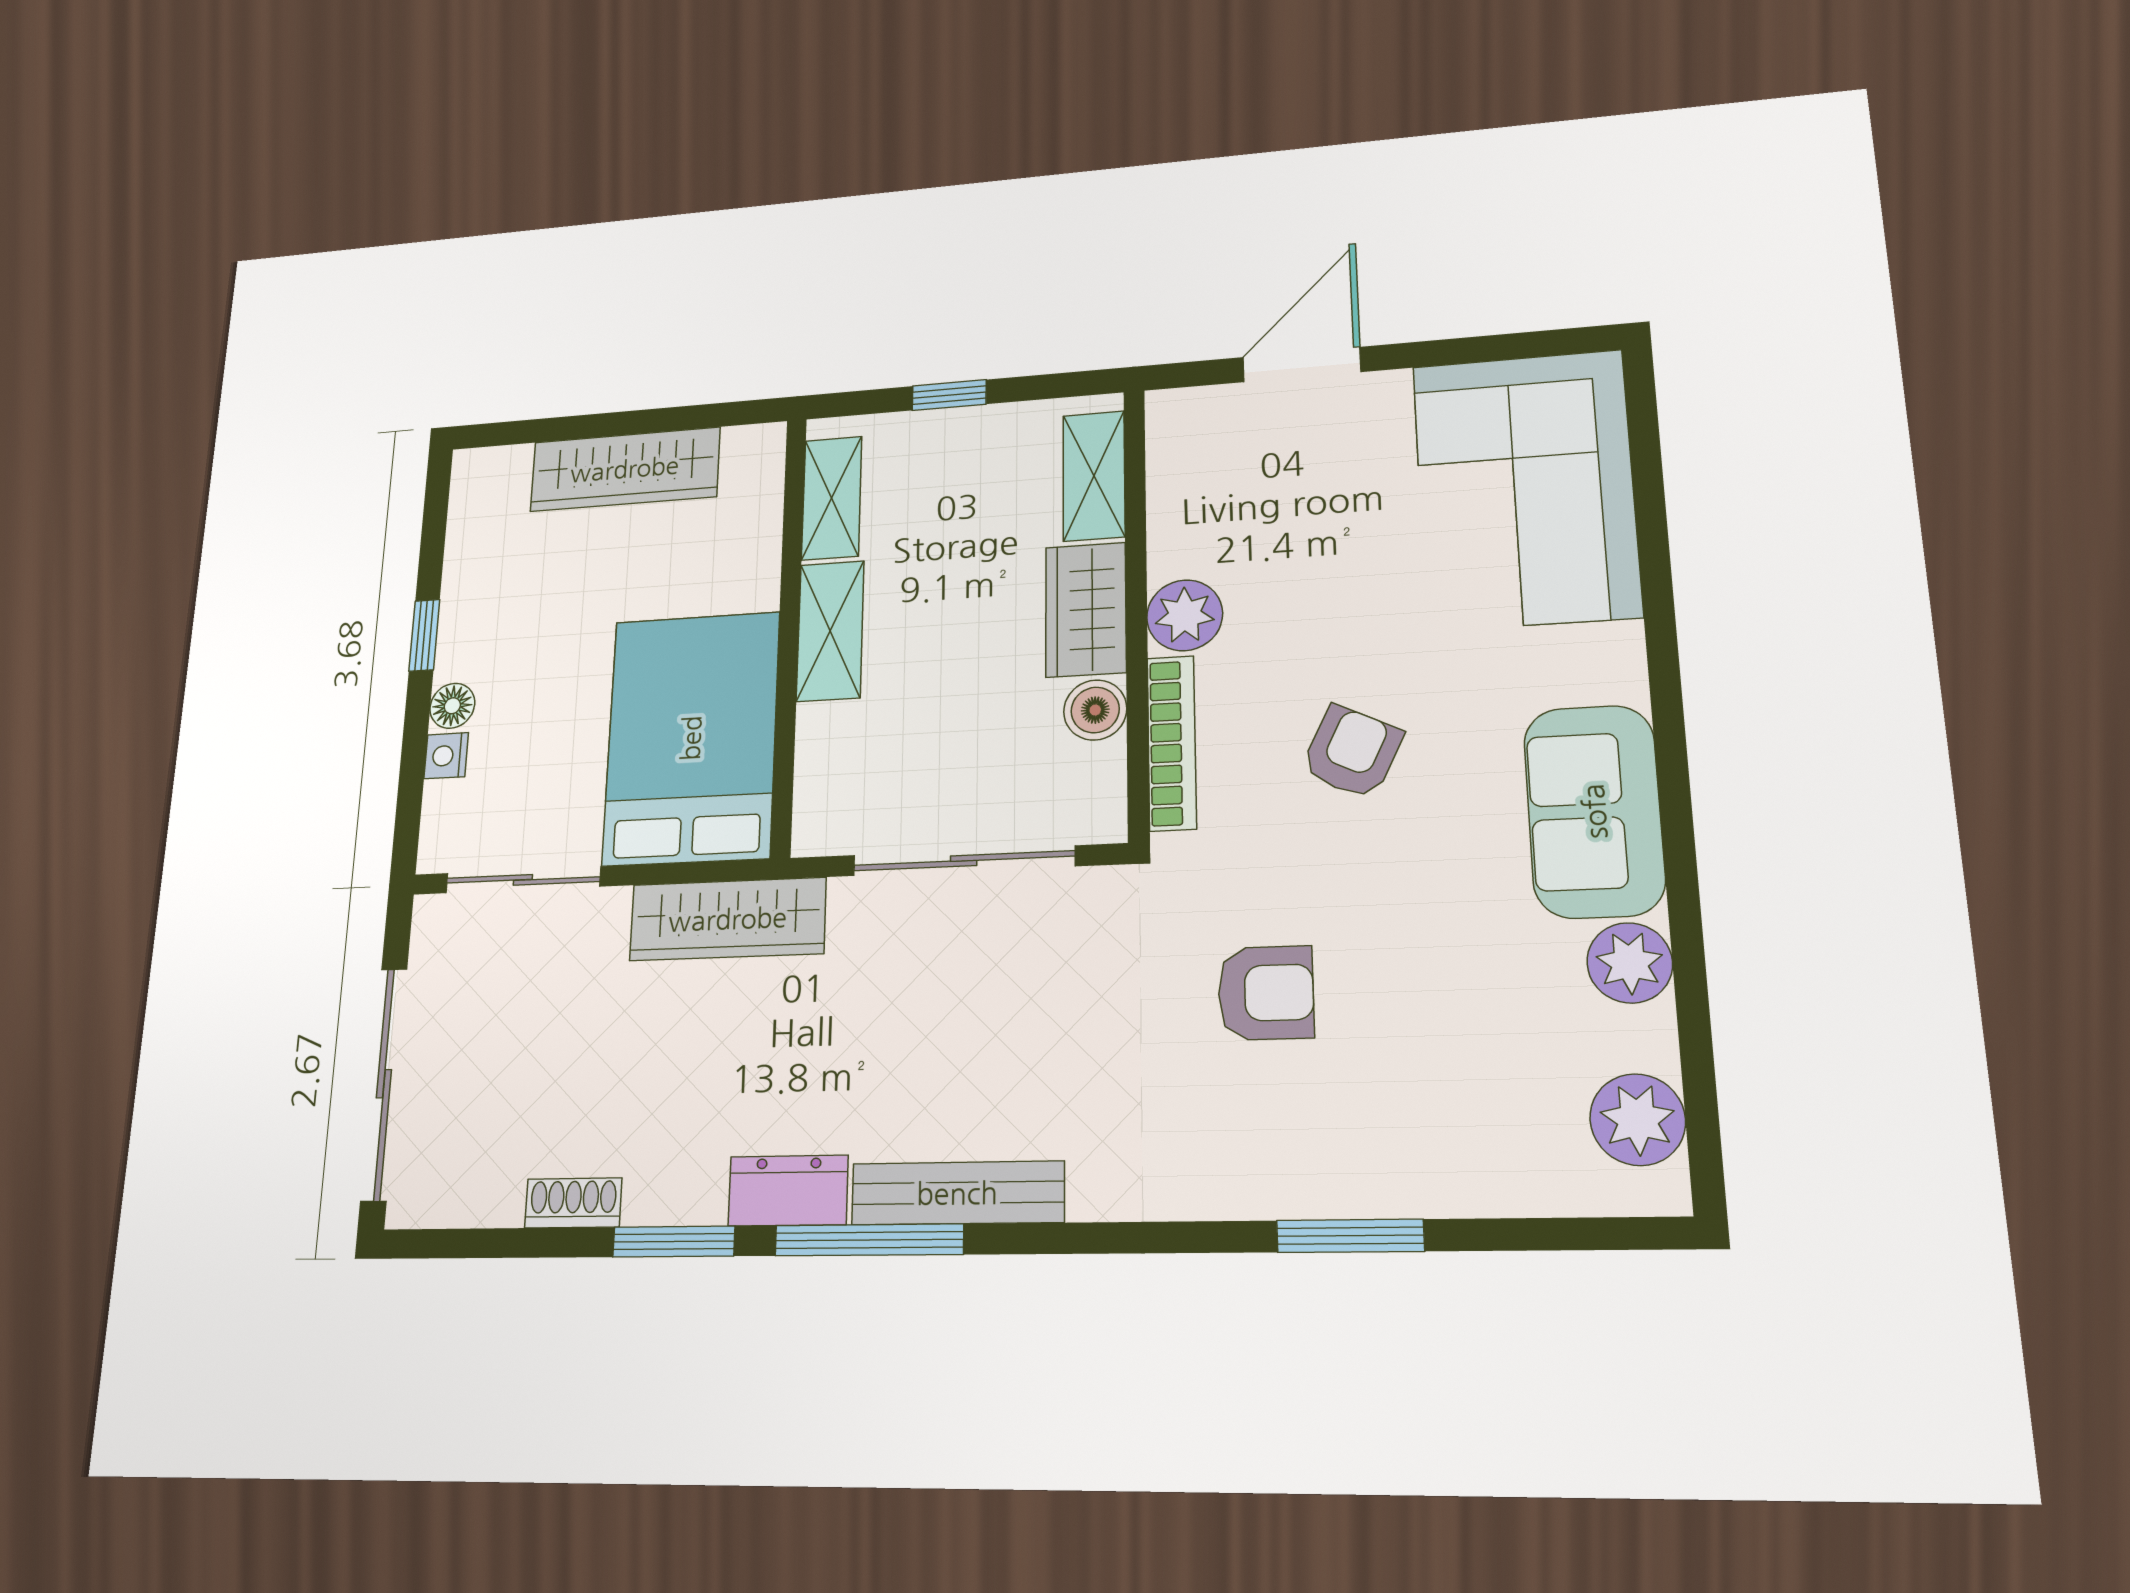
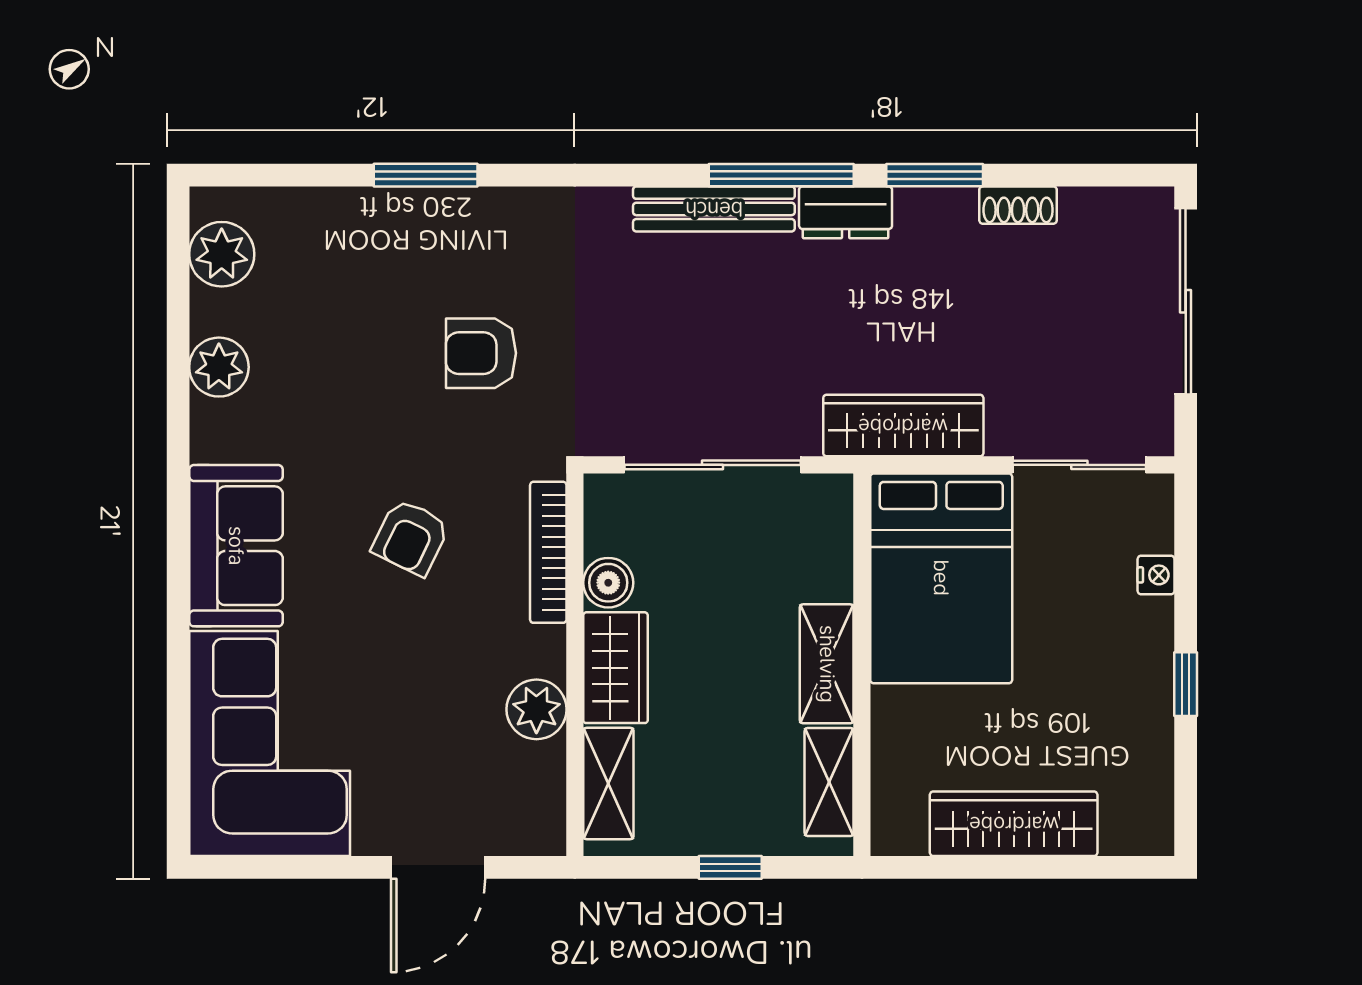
plant: (1185, 615) -> (536, 709), moved
floor lamp: (452, 706) -> (1154, 619), removed
sofa: (1594, 811) -> (236, 546), moved

